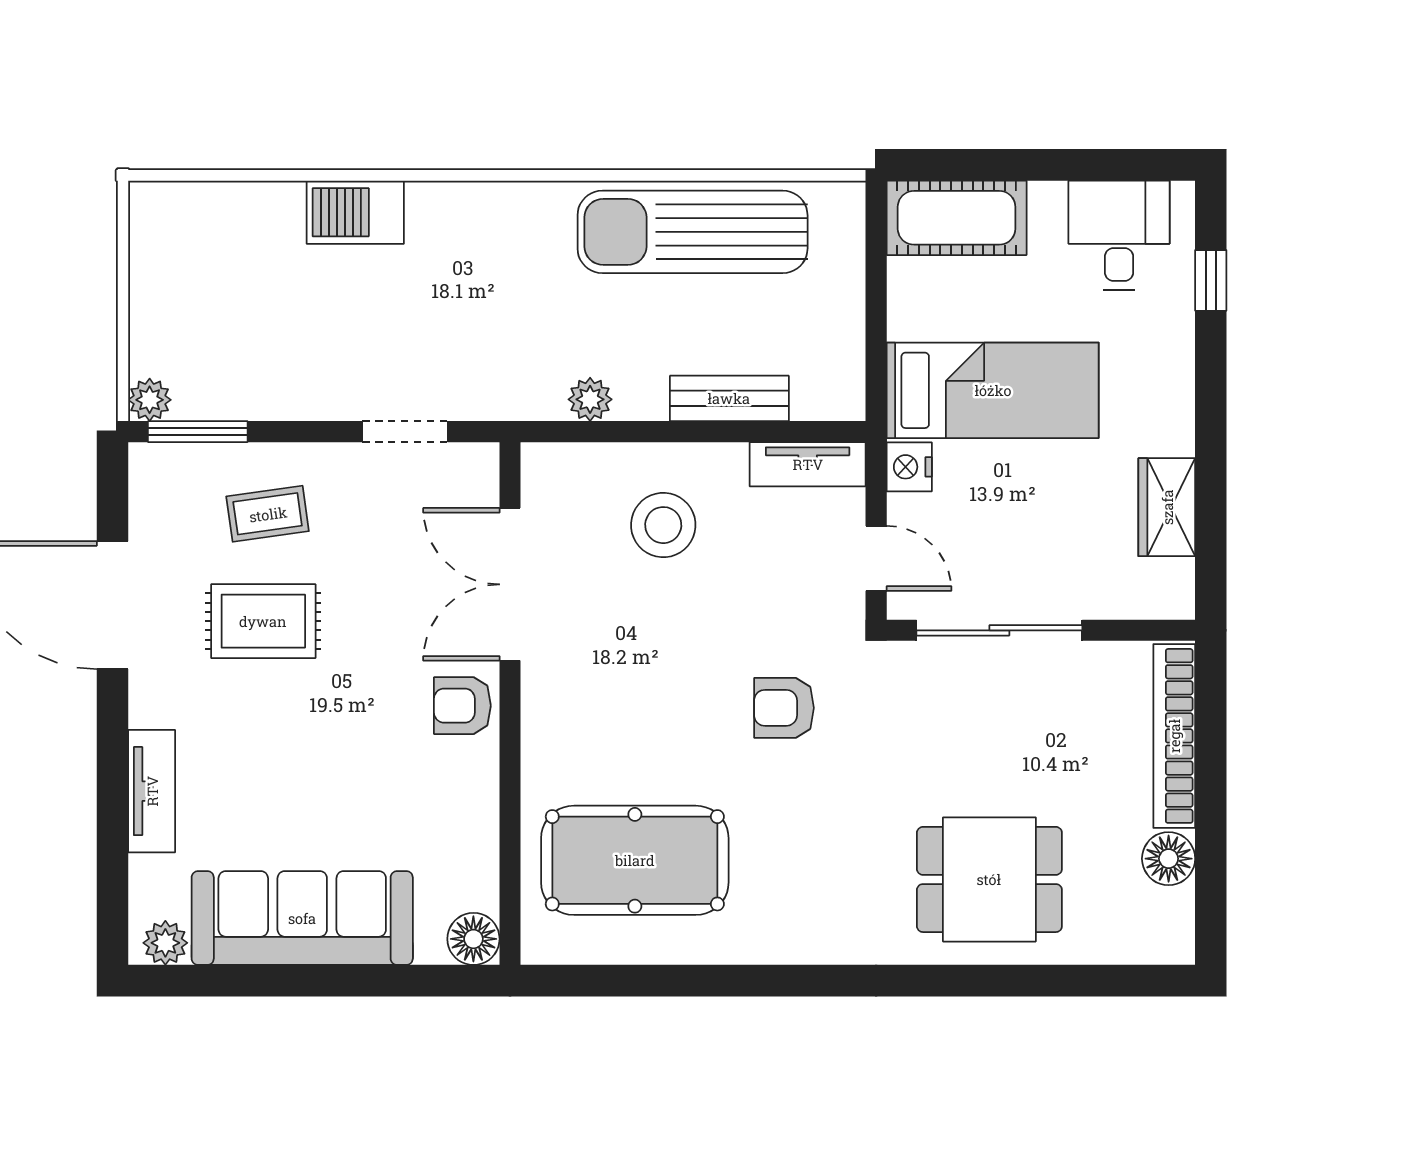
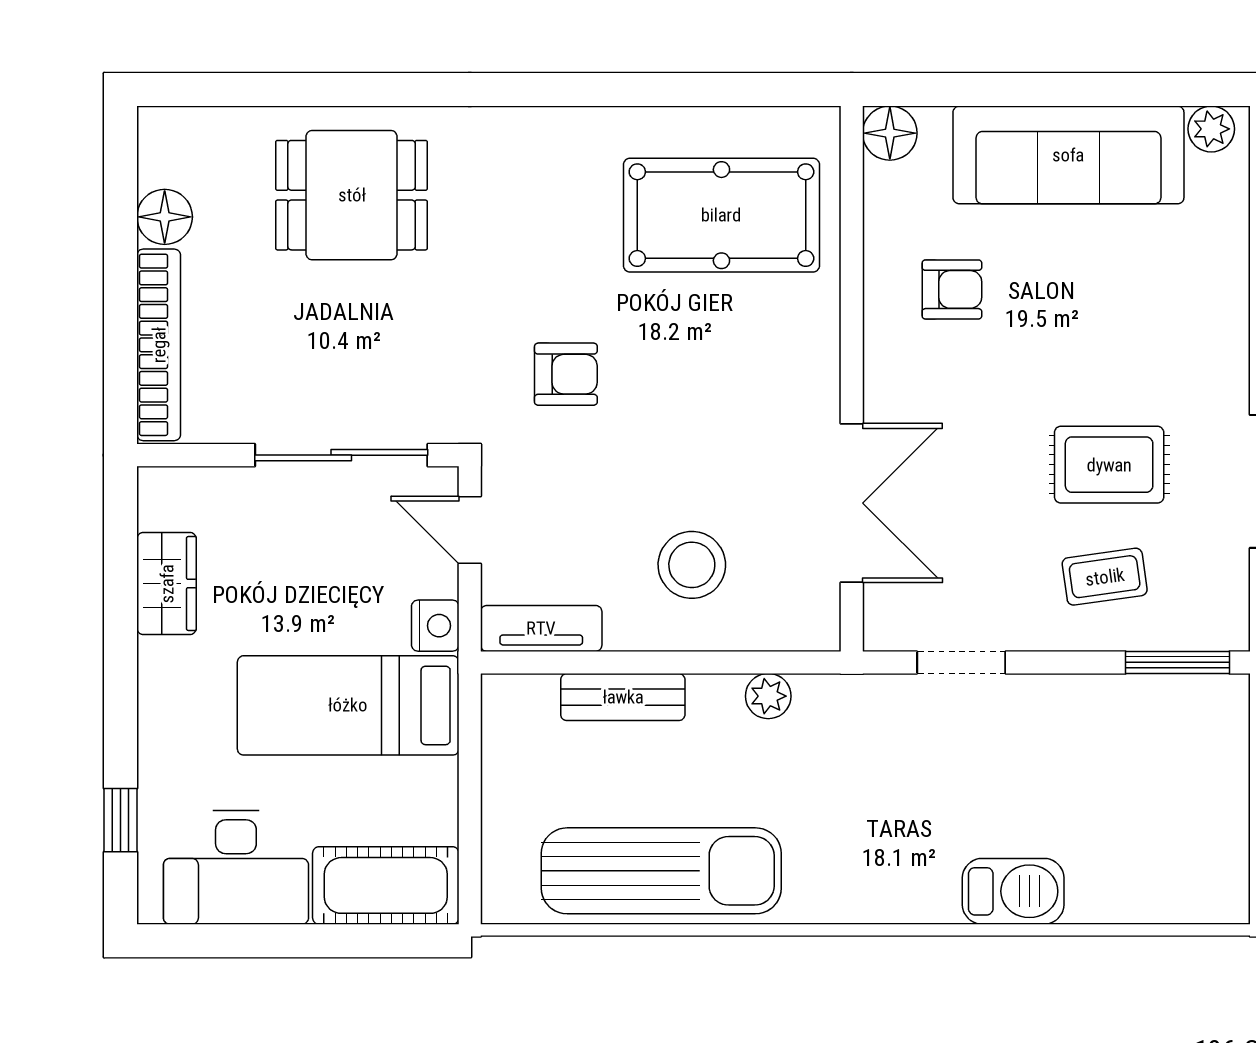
desk: (1119, 235) -> (236, 867), width x1.37
plant: (150, 400) -> (1228, 696), removed
armchair: (462, 706) -> (952, 289), moved
tv unit: (152, 791) -> (1226, 287), removed

